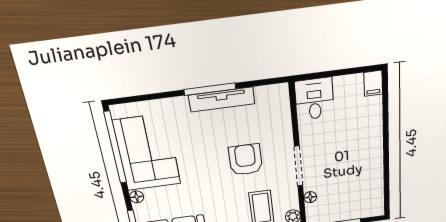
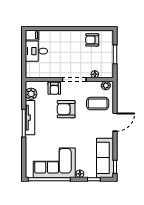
plant: (266, 96) -> (31, 94), added
desk: (314, 99) -> (36, 51), moved
armchair: (280, 135) -> (54, 88), added
armchair: (368, 186) -> (92, 40), added

